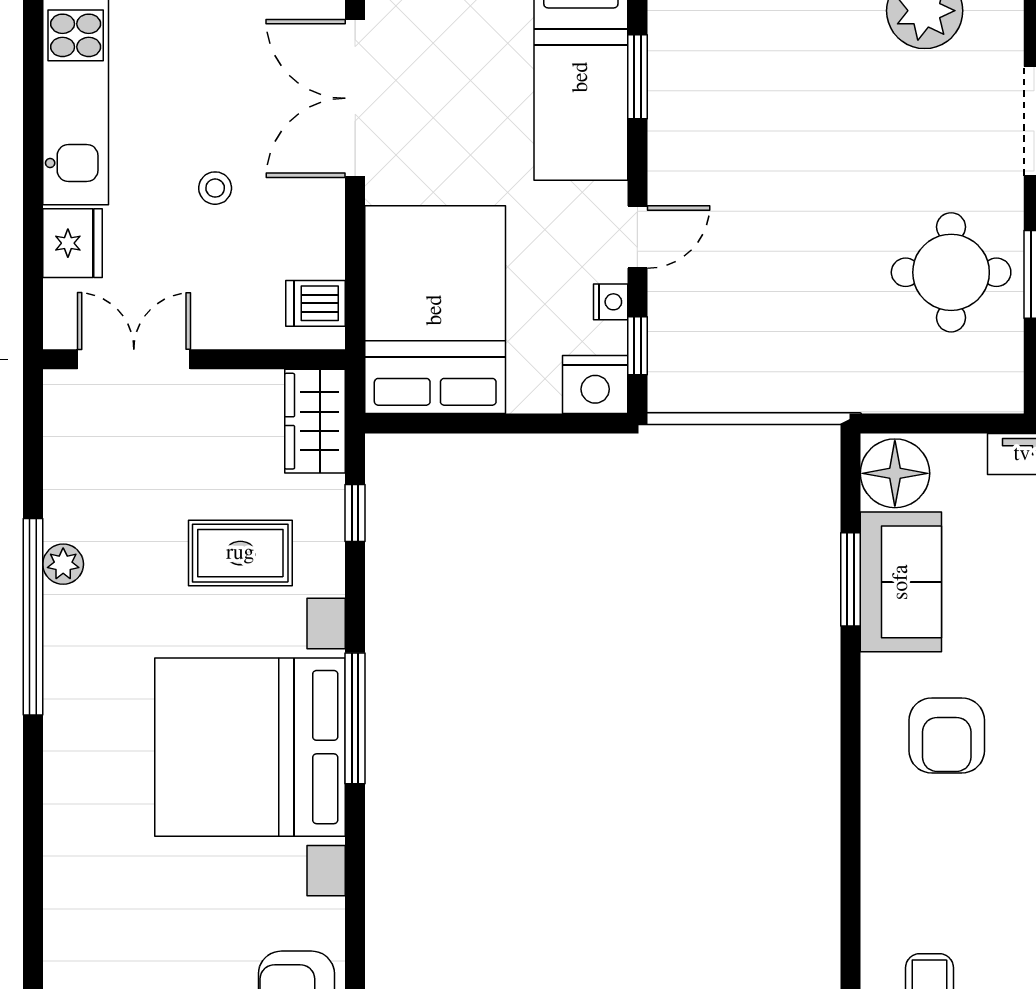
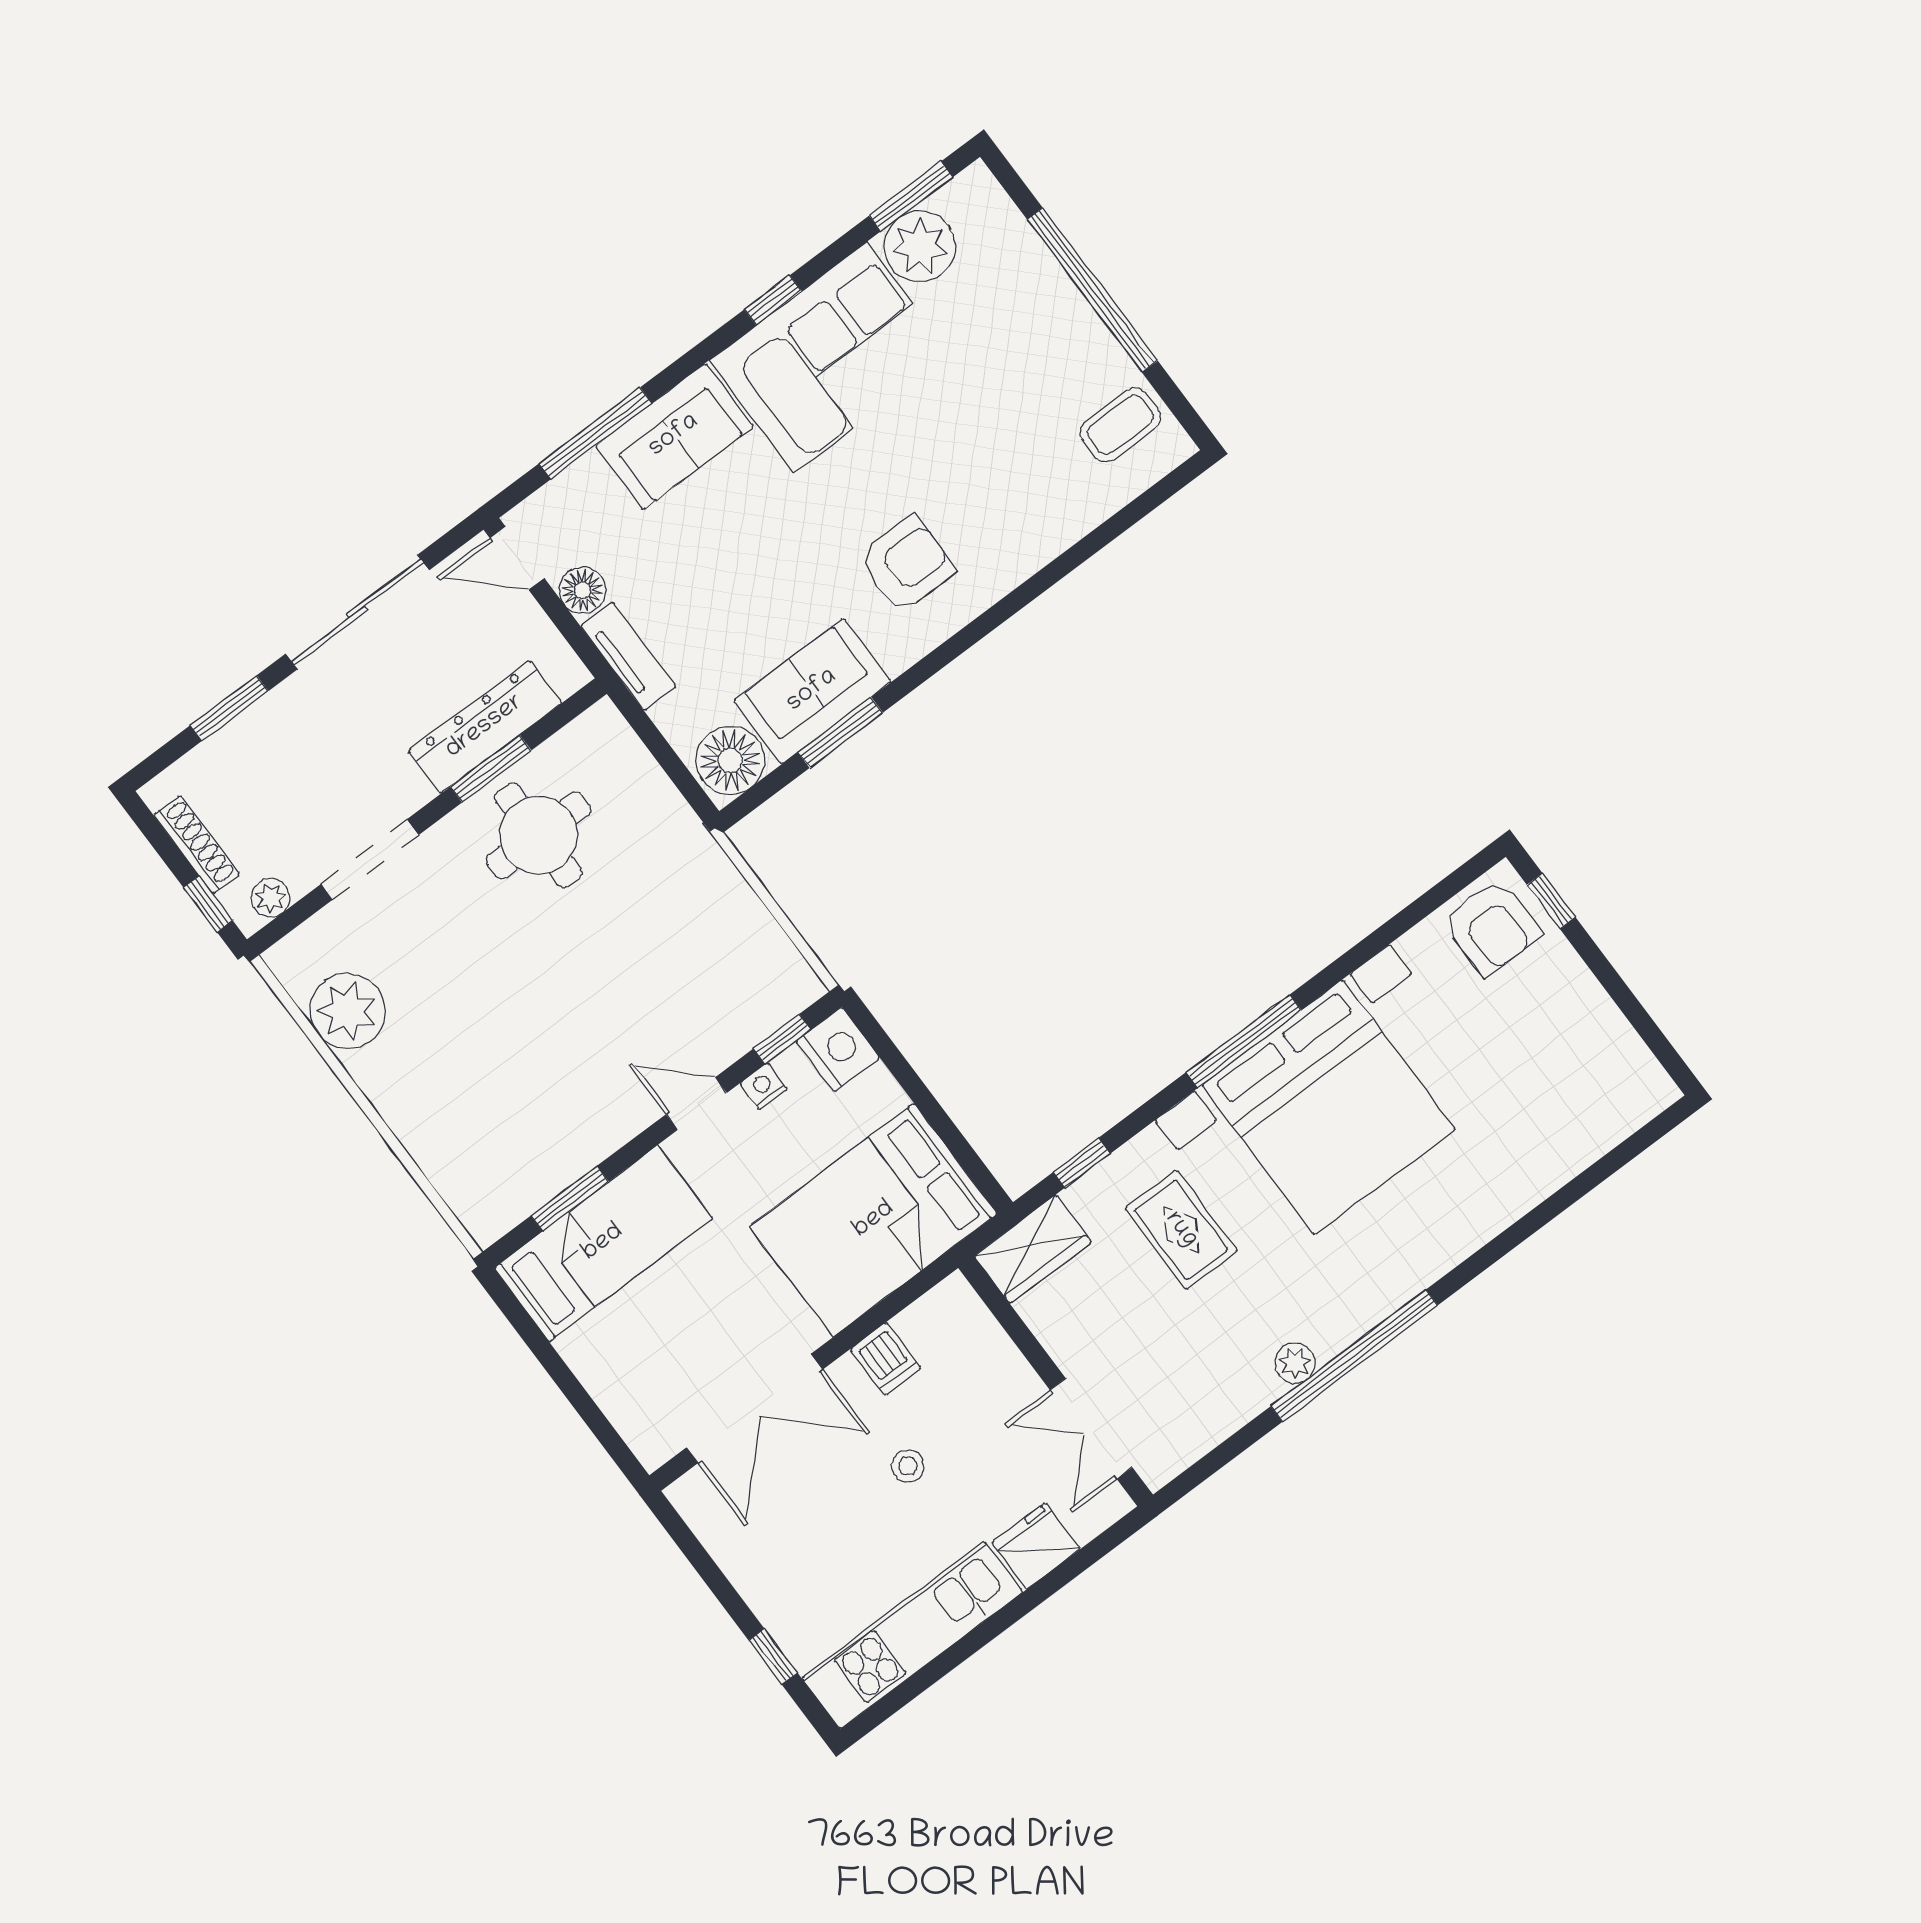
dishwasher: (316, 303) -> (886, 1359), moved

